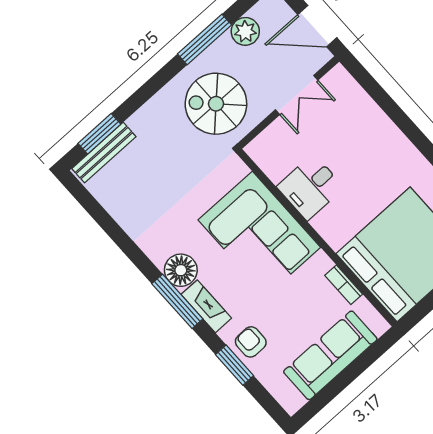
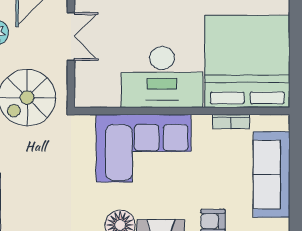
desk: (310, 187) -> (162, 77), width x1.87, depth x1.30

